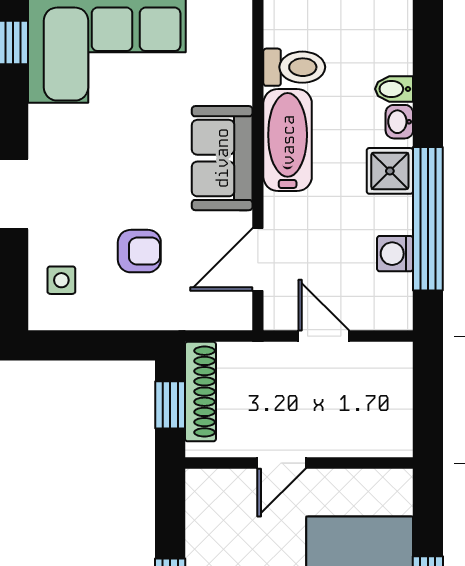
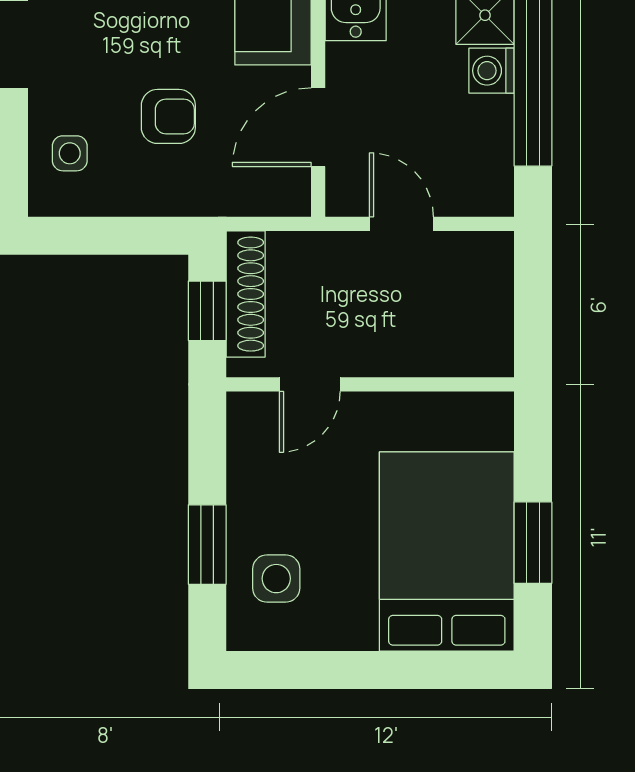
washing machine: (395, 254) -> (492, 71), moved
door: (281, 463) -> (310, 384), moved

